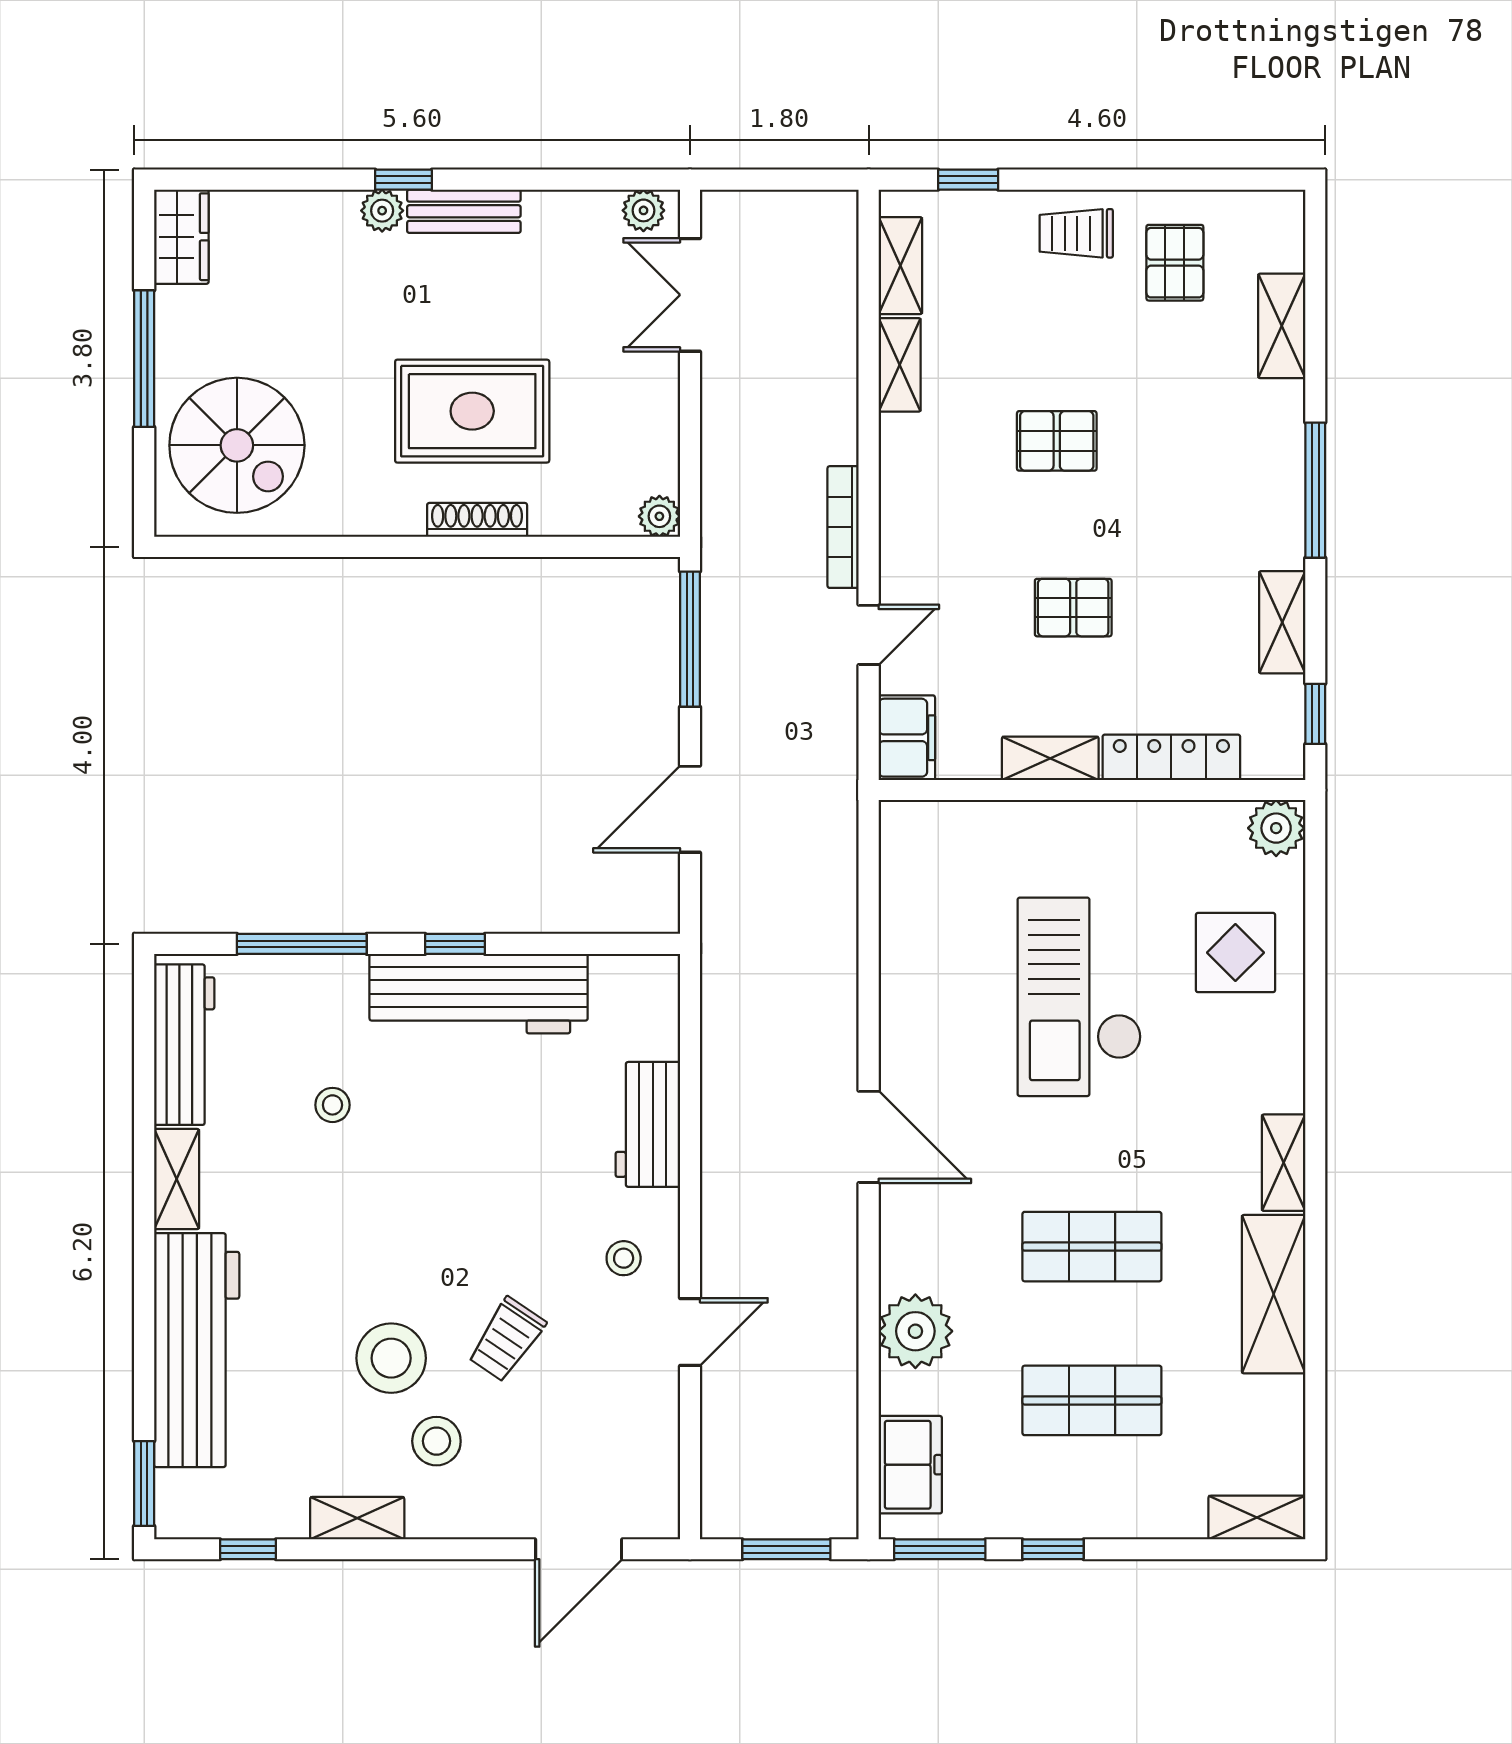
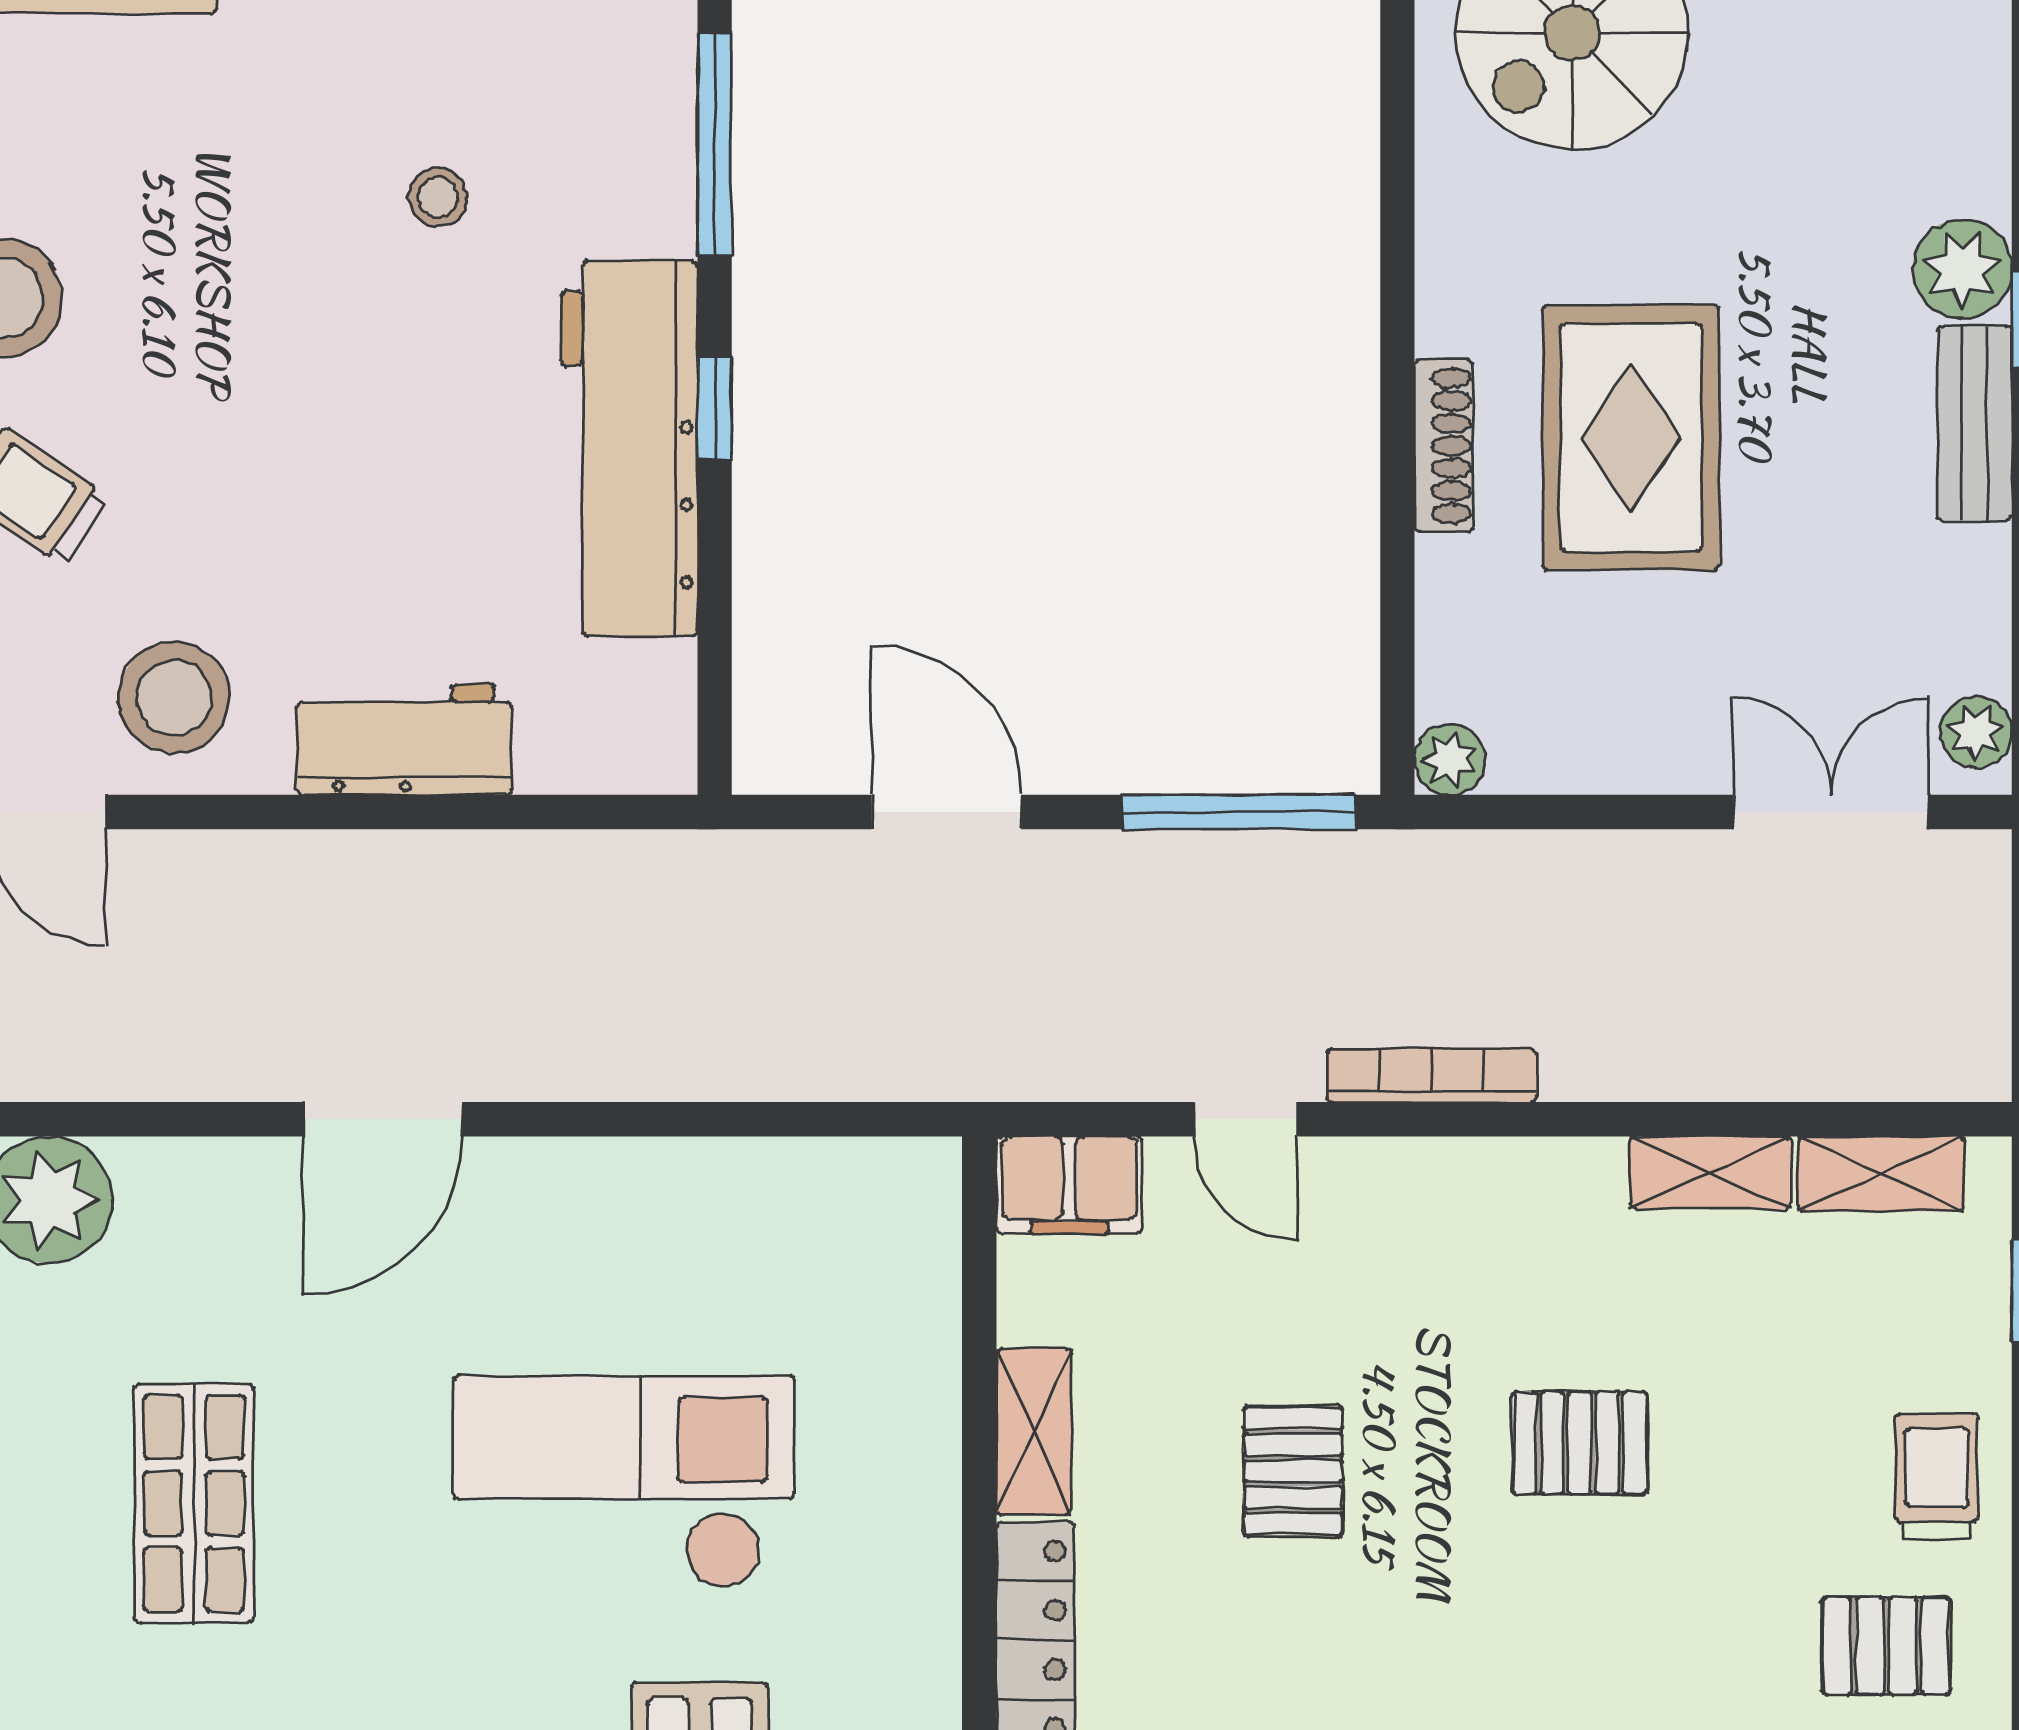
plant: (382, 211) -> (1962, 269), width x1.38, depth x1.38
pallet: (1057, 441) -> (1580, 1443), turned 90
stool: (624, 1258) -> (174, 698), width x1.89, depth x1.89

